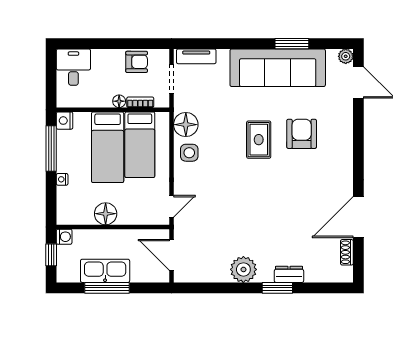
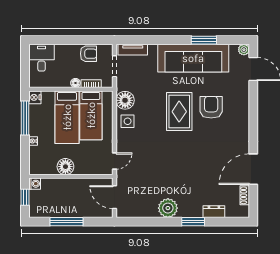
rug: (259, 140) -> (179, 112), width x1.36, depth x1.43
kitchen sink: (105, 271) -> (65, 209), removed
dresser: (289, 274) -> (214, 212), moved

